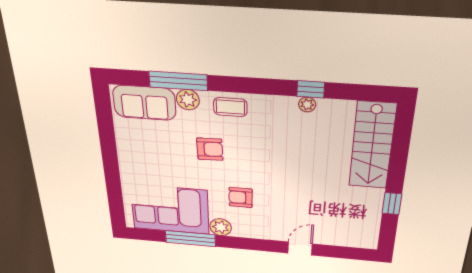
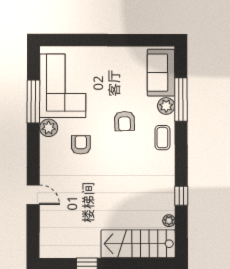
plant: (307, 105) -> (169, 221), moved

